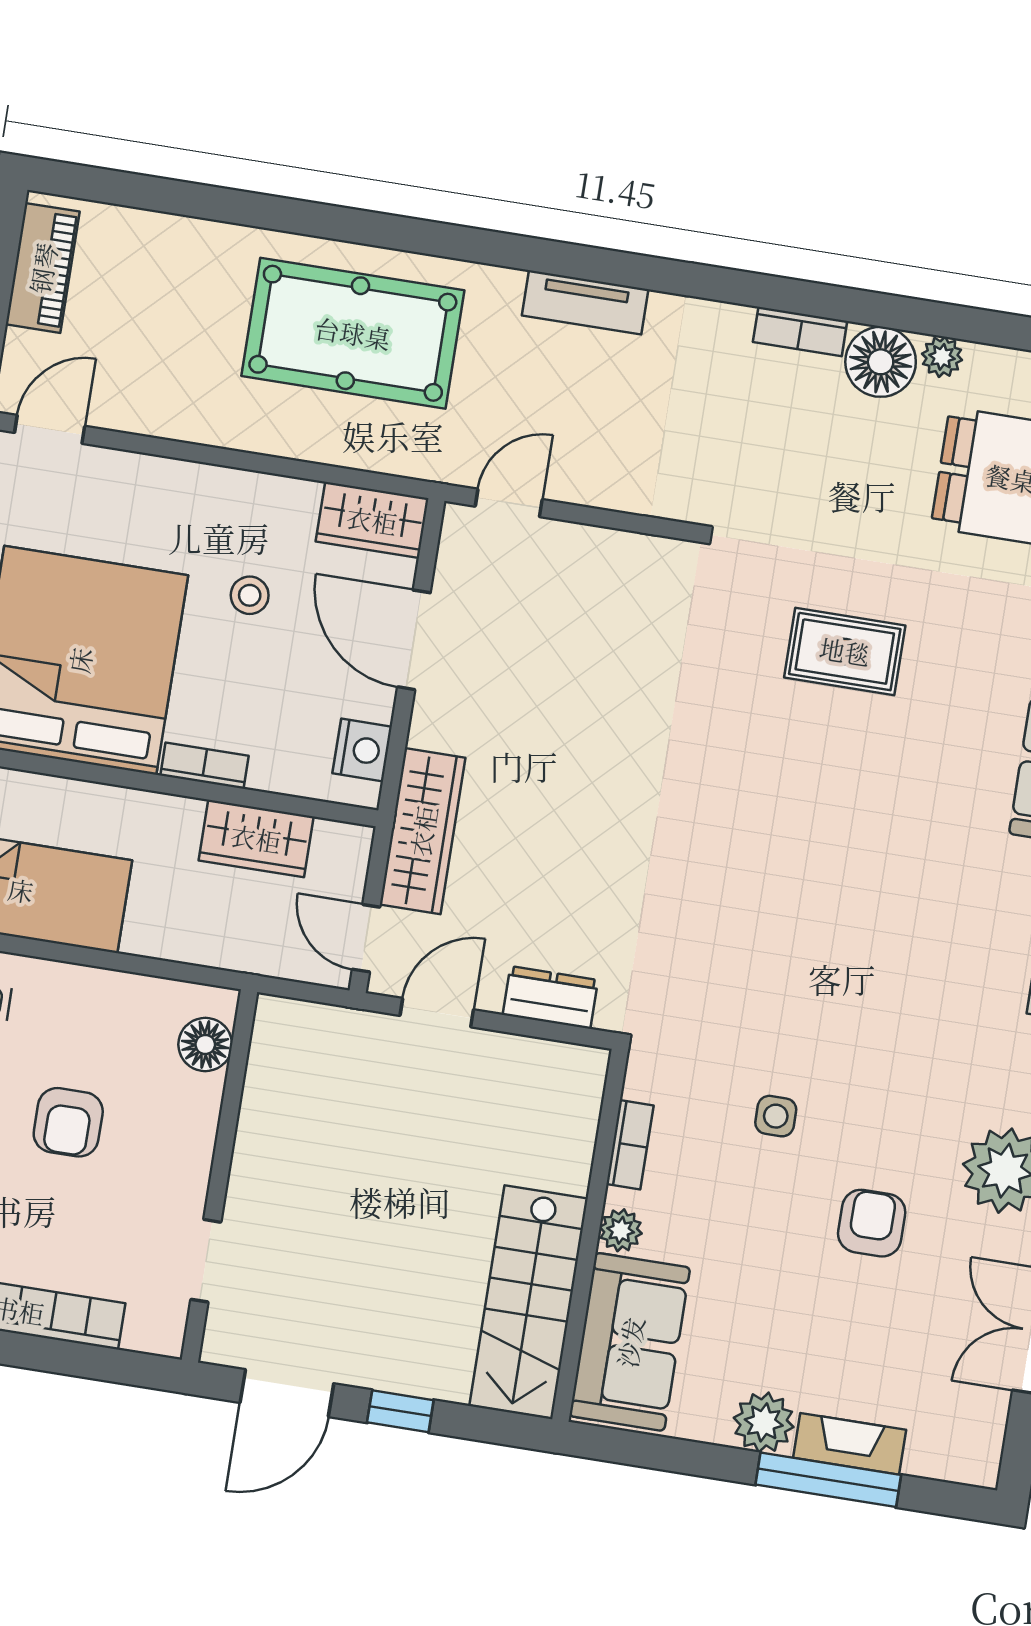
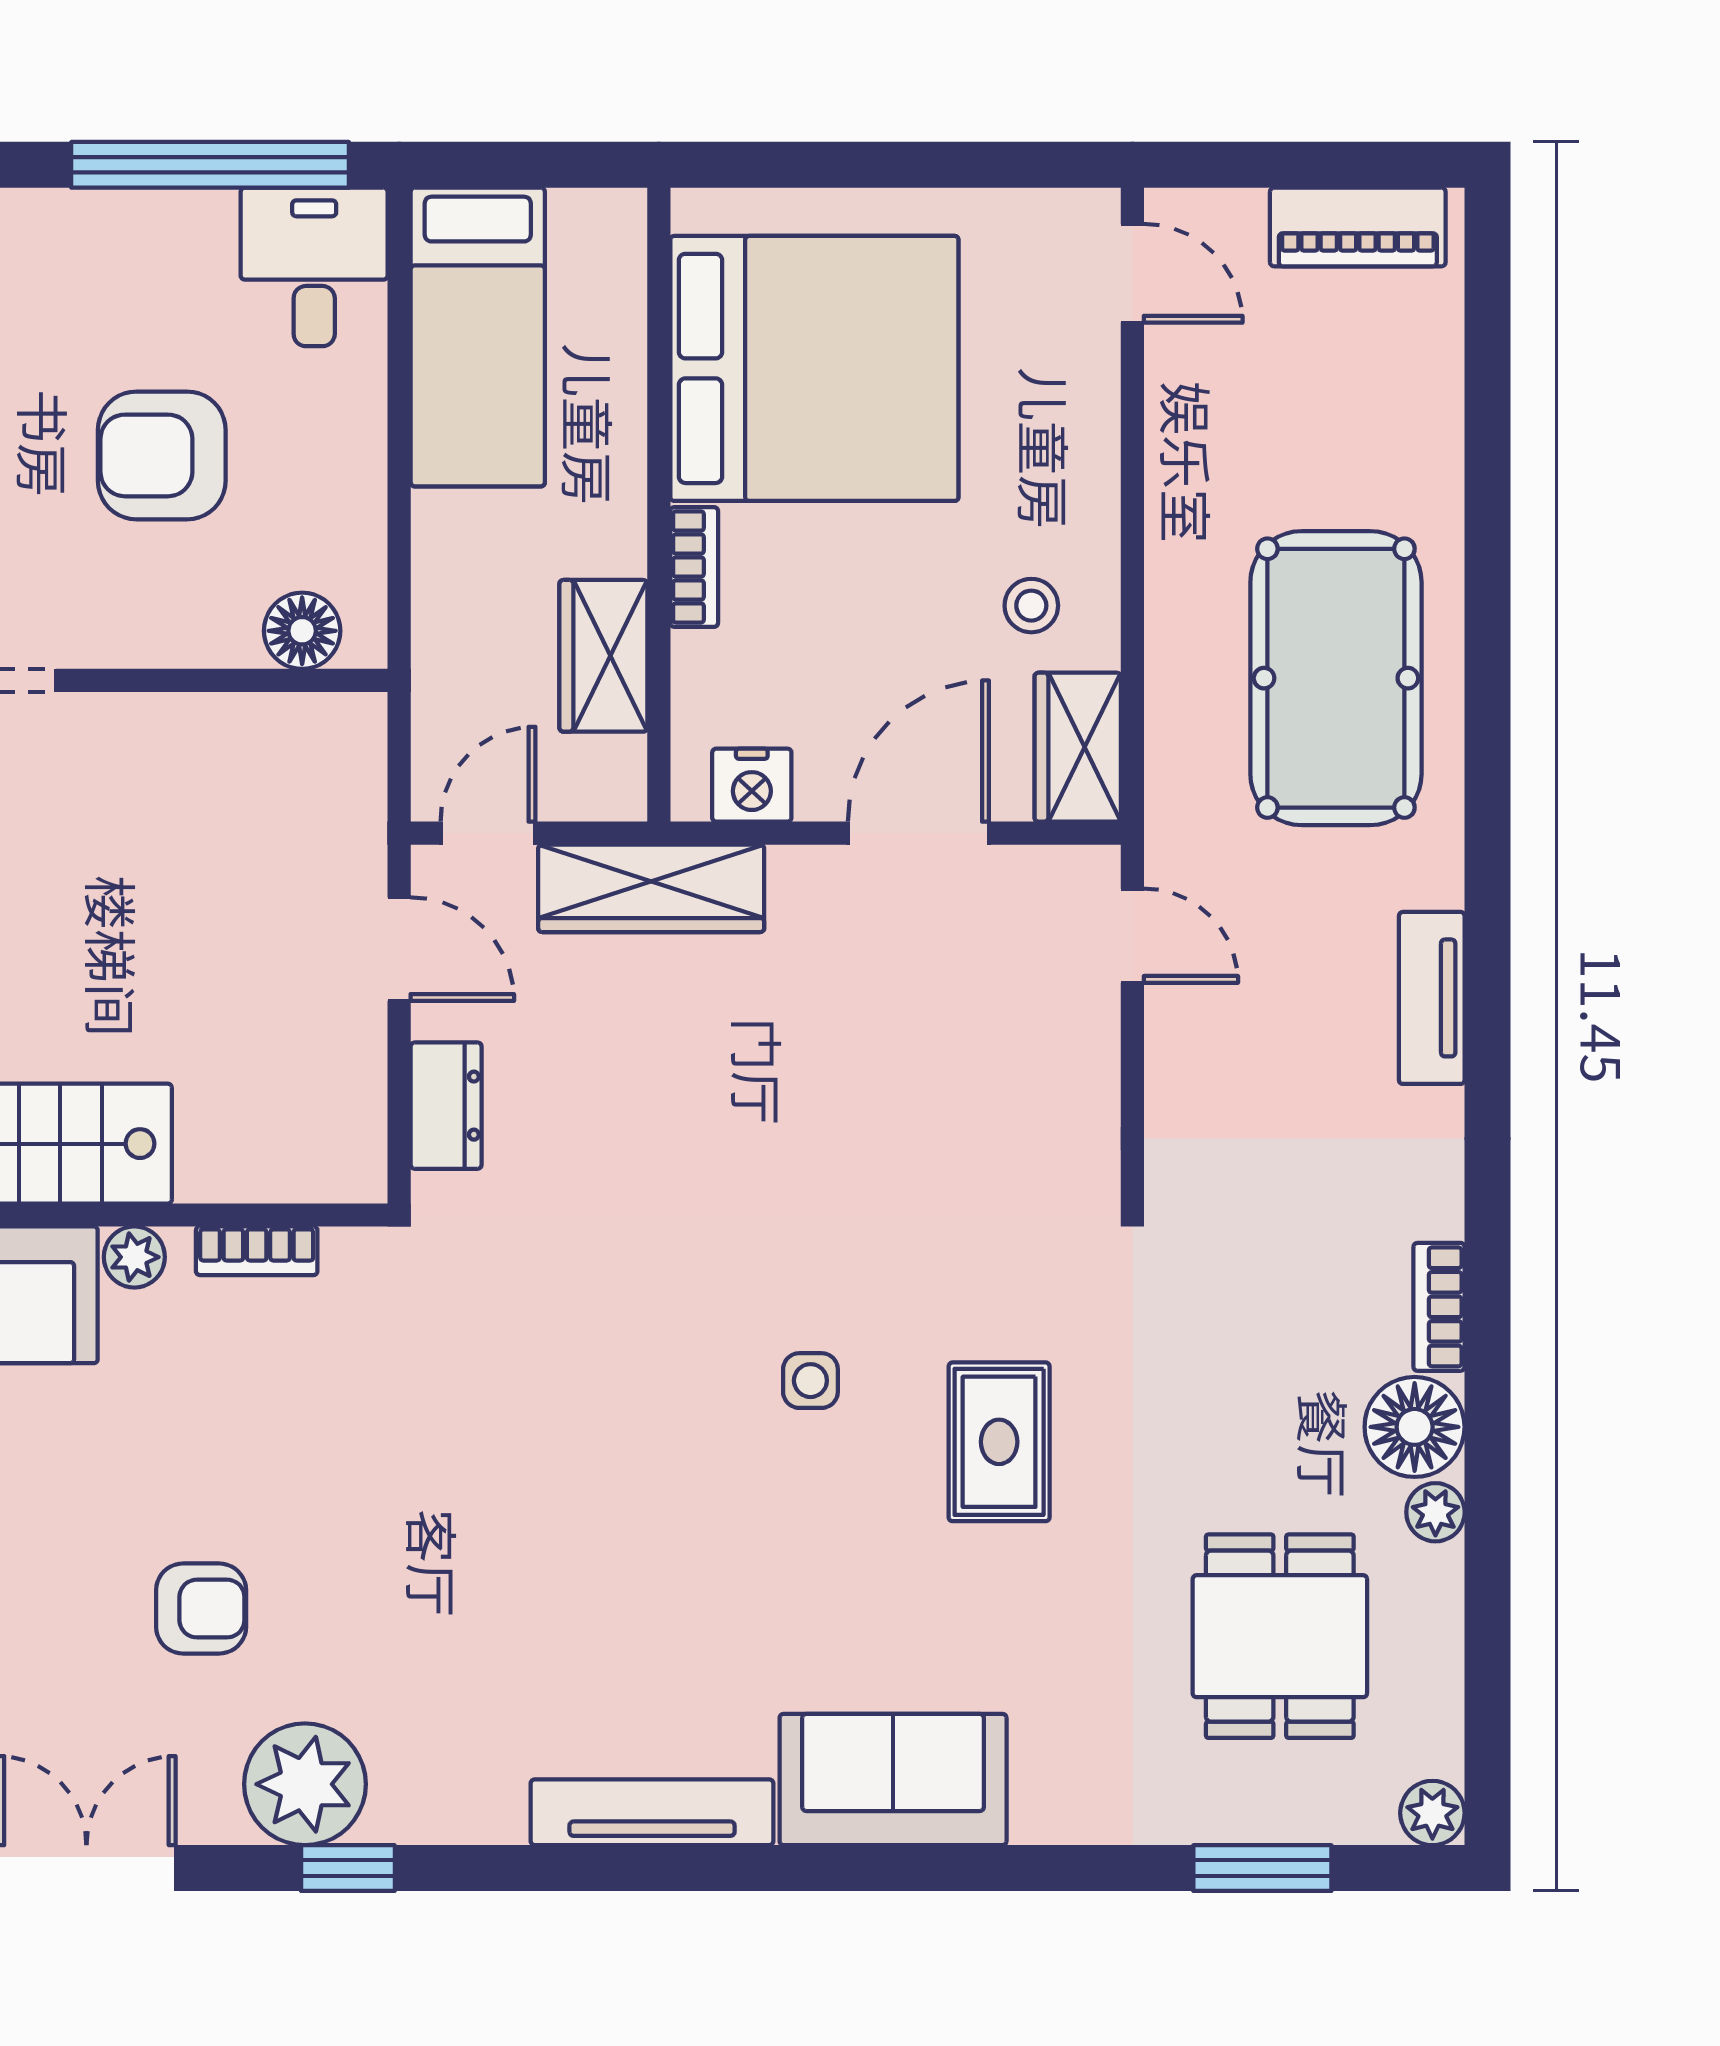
stool: (250, 595) -> (1031, 606), moved
side table: (776, 1116) -> (810, 1381), moved
armchair: (68, 1122) -> (162, 455), width x1.38, depth x1.38

